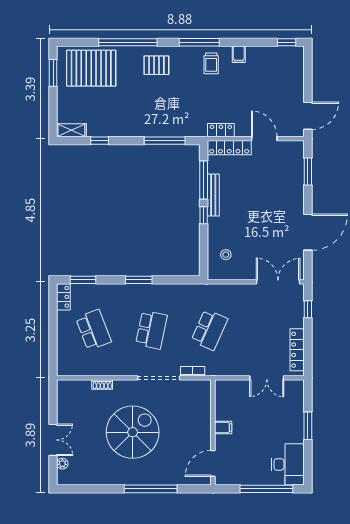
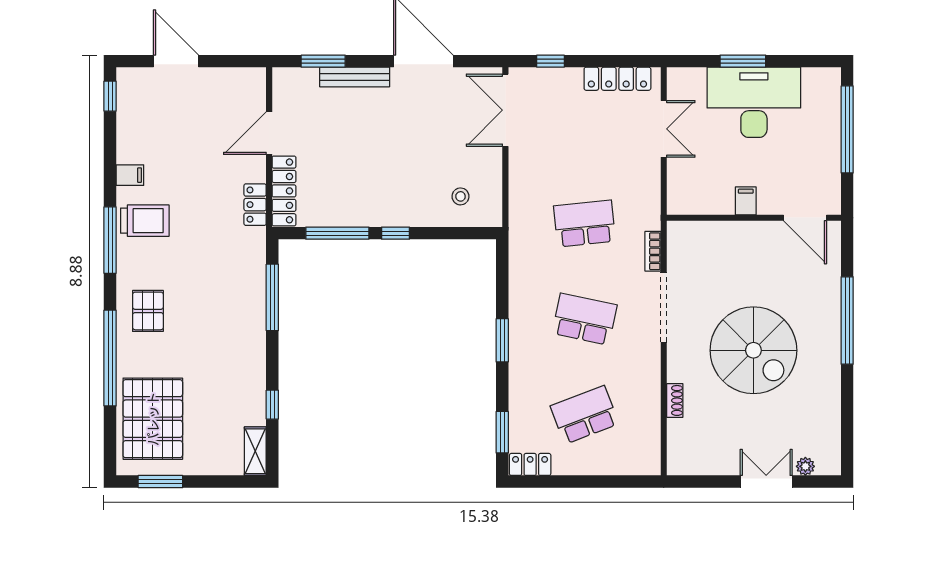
trolley: (211, 63) -> (145, 221), width x1.36, depth x1.39
door: (308, 116) -> (176, 61), moved
bench: (213, 195) -> (355, 77), moved
school desk: (209, 330) -> (585, 224), turned -30
spiral stairs: (133, 432) -> (753, 350), turned 180
desk: (288, 464) -> (754, 102), moved, width x1.36, depth x1.30

